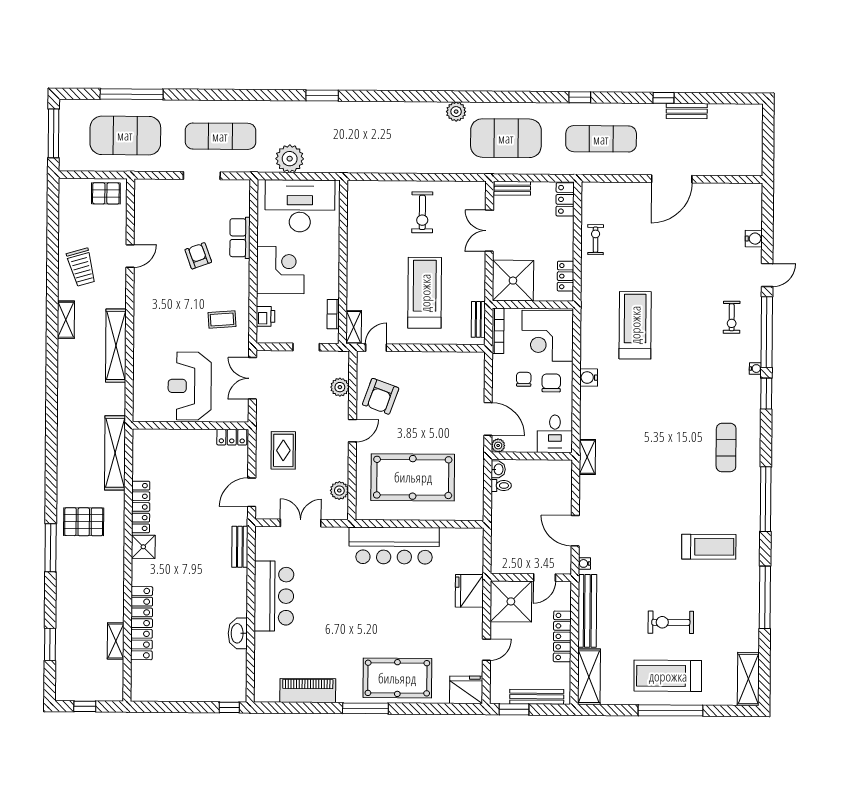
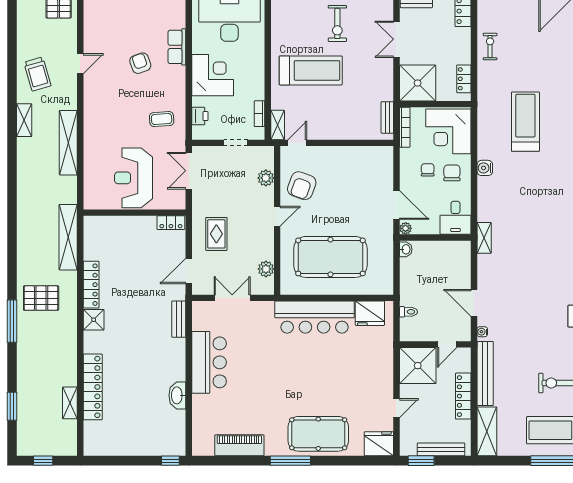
treadmill: (425, 293) -> (311, 70), moved, turned 90
toilet: (501, 486) -> (408, 312), moved
fridge: (469, 591) -> (370, 313), moved, turned -90

